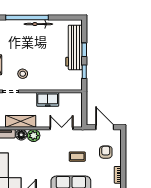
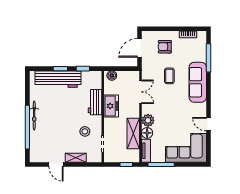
workbench: (51, 84) -> (95, 102), added
boiler: (77, 100) -> (112, 76), added
double door: (62, 128) -> (141, 92), swing flipped

